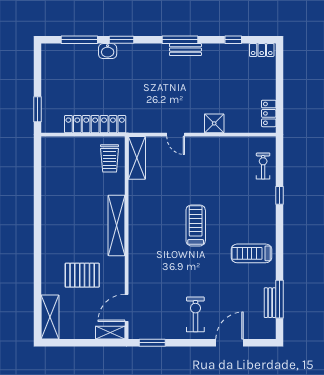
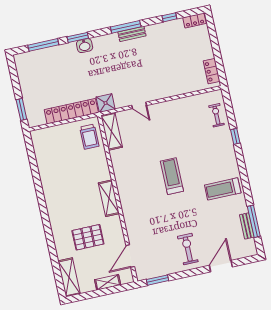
washbasin: (108, 51) -> (85, 46), moved
shower: (214, 123) -> (106, 103), moved
shelving: (117, 225) -> (109, 198), width x0.68
shelving: (110, 333) -> (108, 282), moved

